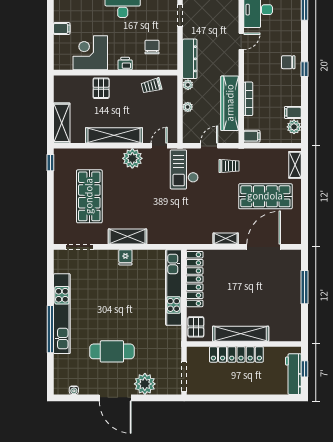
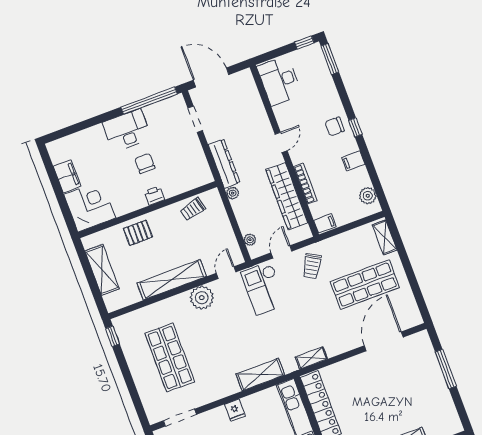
filing cabinet: (62, 29) -> (67, 176), width x2.00
door: (241, 41) -> (281, 142), moved
chair: (152, 47) -> (145, 163), moved
corner desk: (90, 53) -> (90, 206), moved, turned 90
pallet: (101, 88) -> (138, 233), turned 90
plant: (188, 107) -> (250, 240), moved
filing cabinet: (293, 112) -> (353, 161), moved
shelving: (62, 123) -> (102, 270), moved
trolley: (229, 166) -> (312, 266), turned 120
shelving: (128, 237) -> (260, 375), moved
shelving: (226, 239) -> (311, 358), moved

